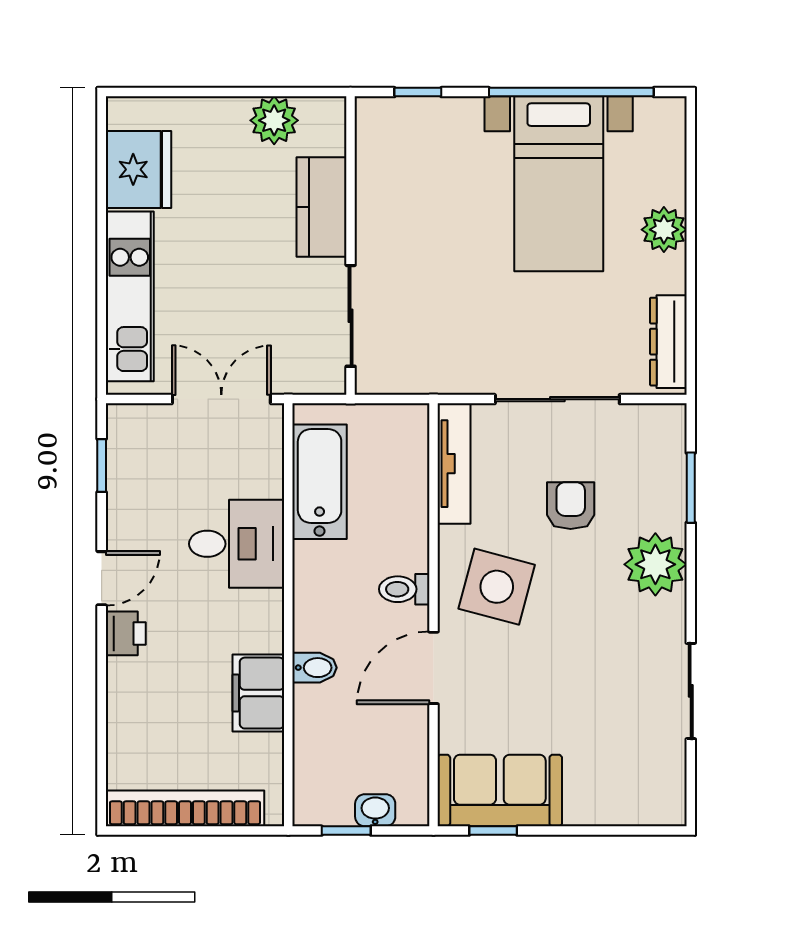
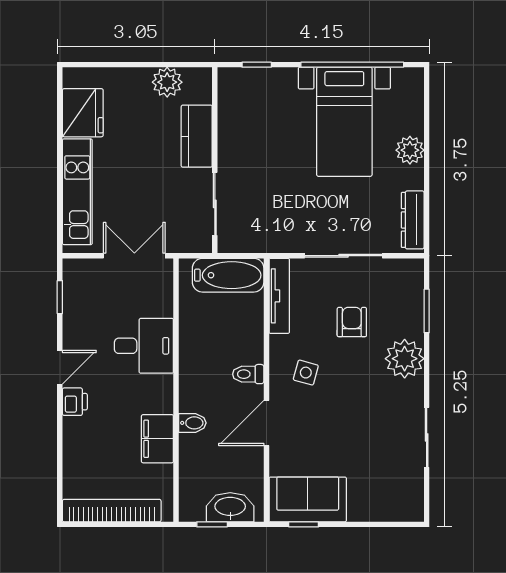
bathtub: (320, 482) -> (228, 275), moved, turned 90
side table: (497, 587) -> (306, 373), width x0.54, depth x0.54
washbasin: (375, 810) -> (230, 507), width x1.91, depth x1.45

